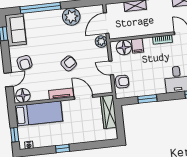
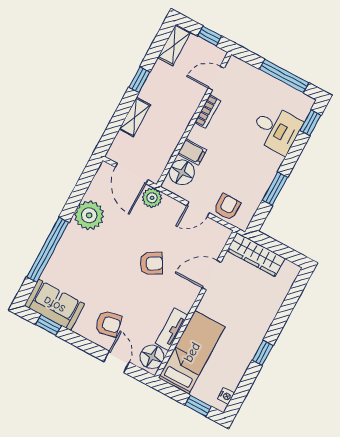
armchair: (69, 63) -> (151, 263), turned 95
tv unit: (61, 94) -> (171, 329), moved

